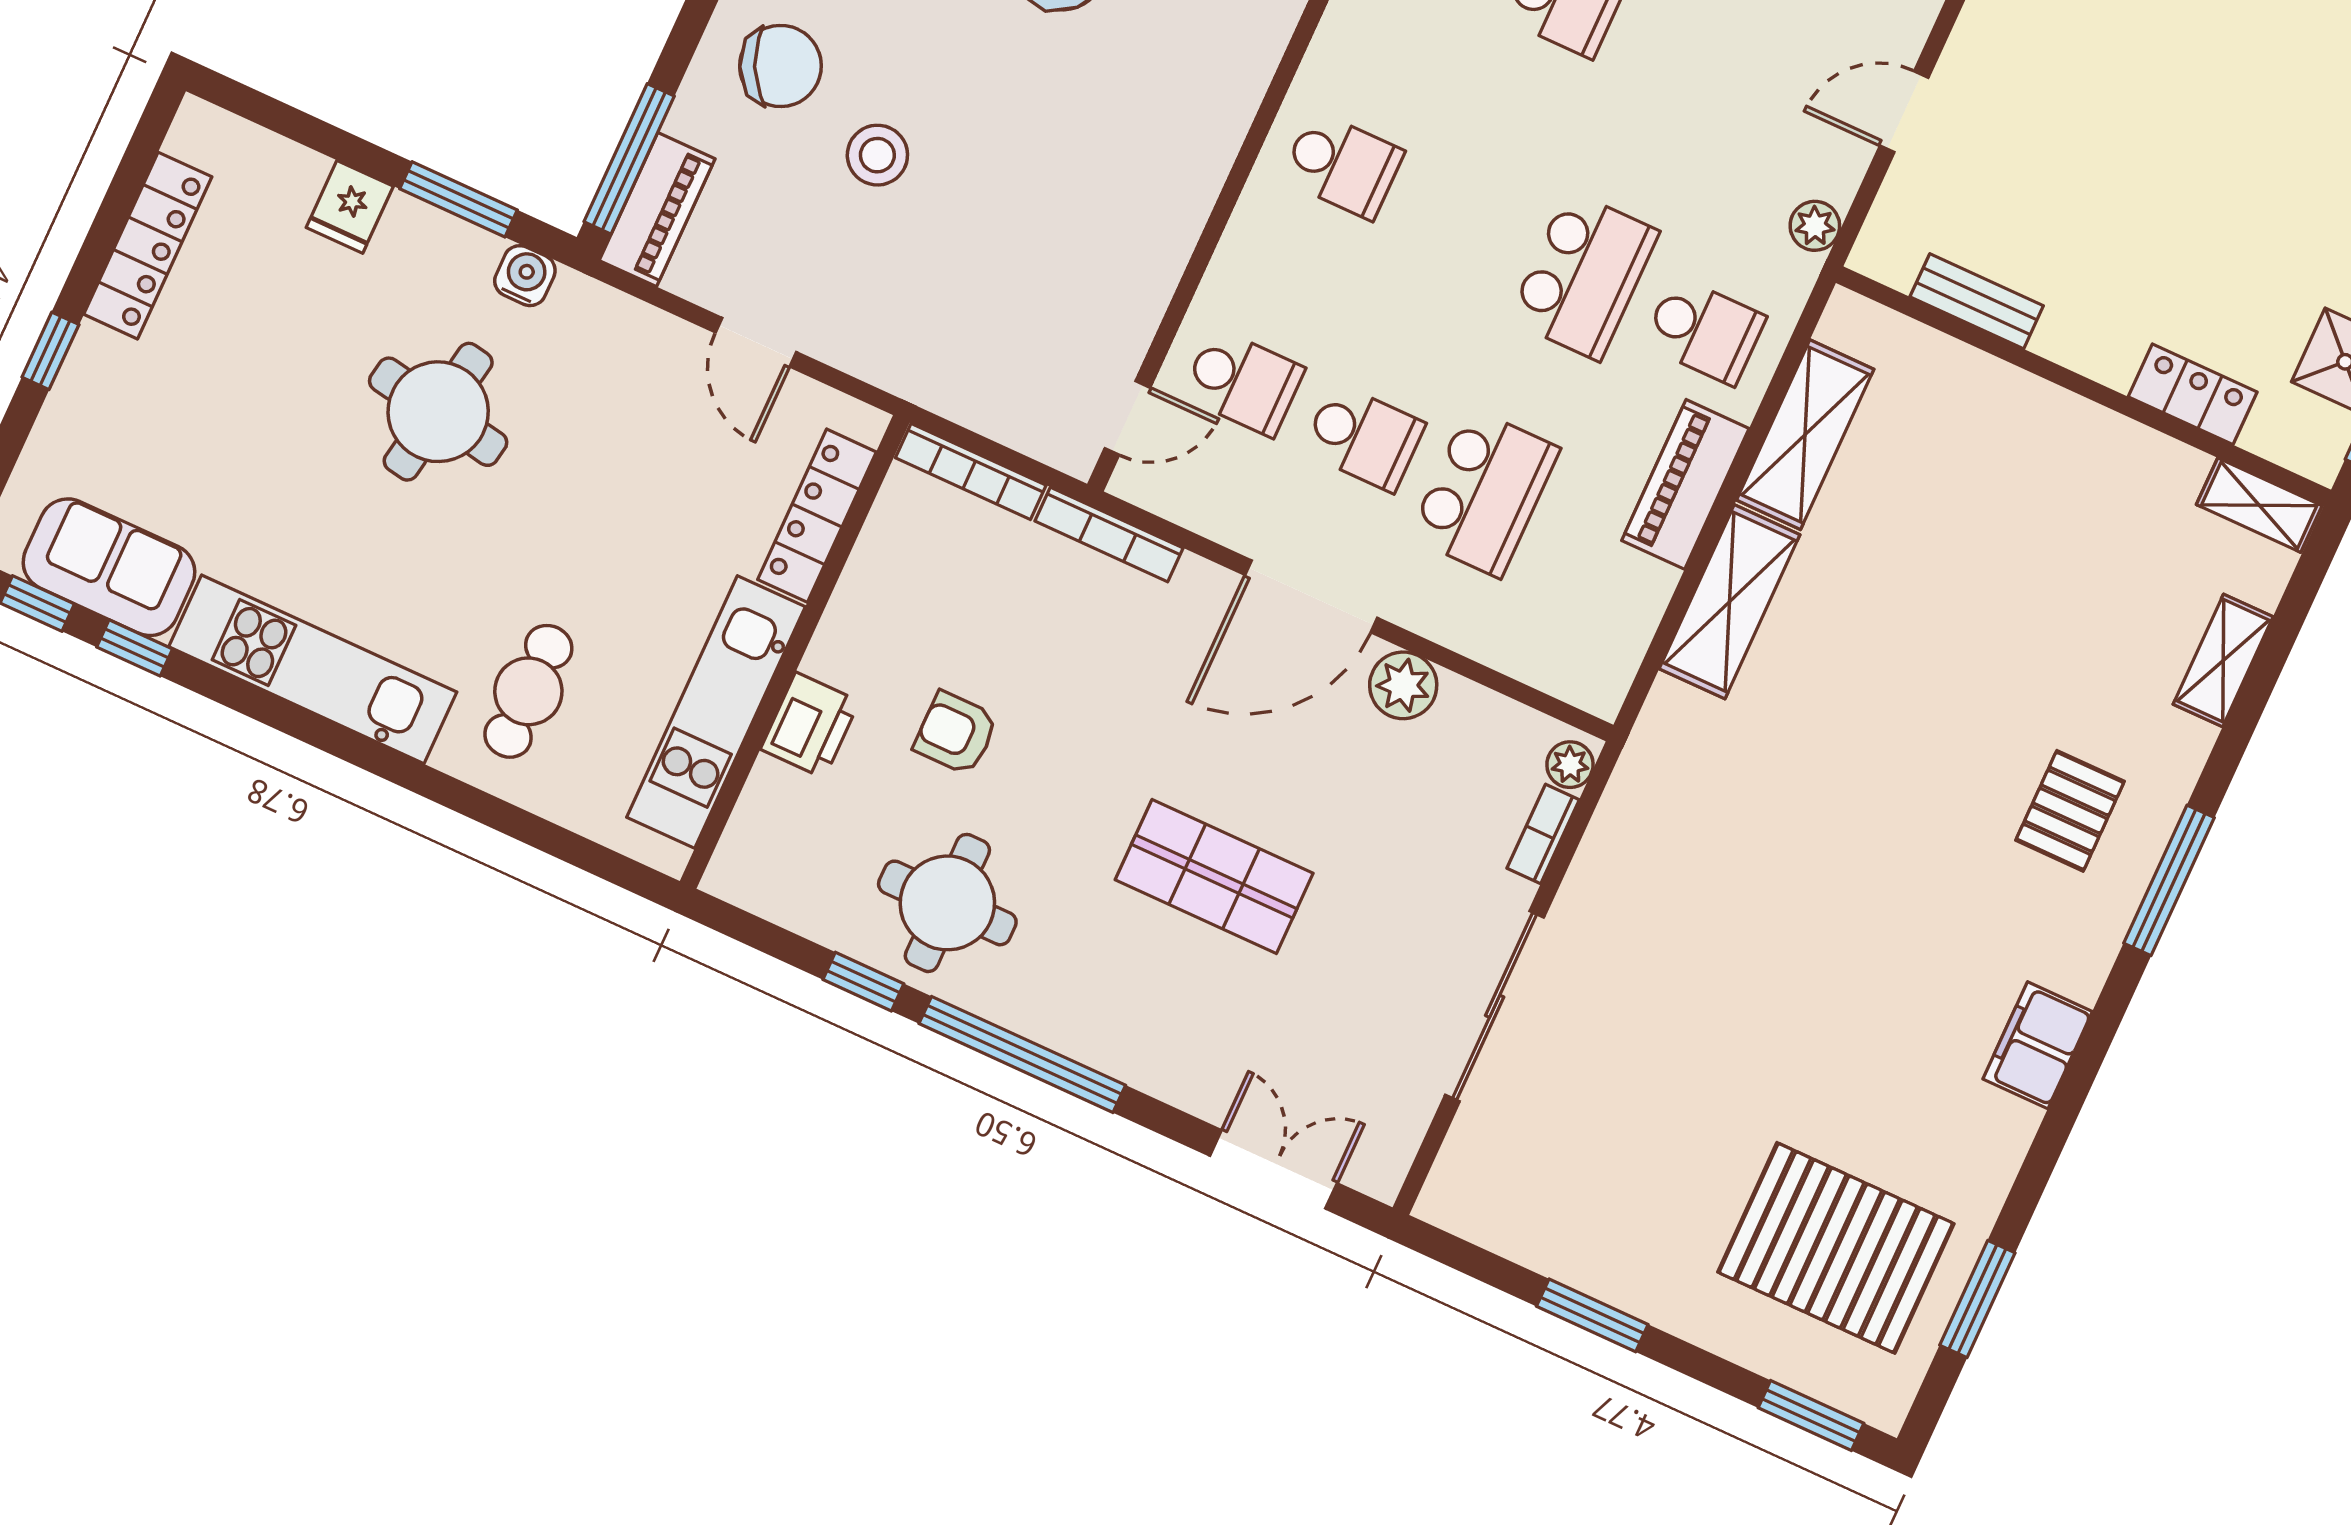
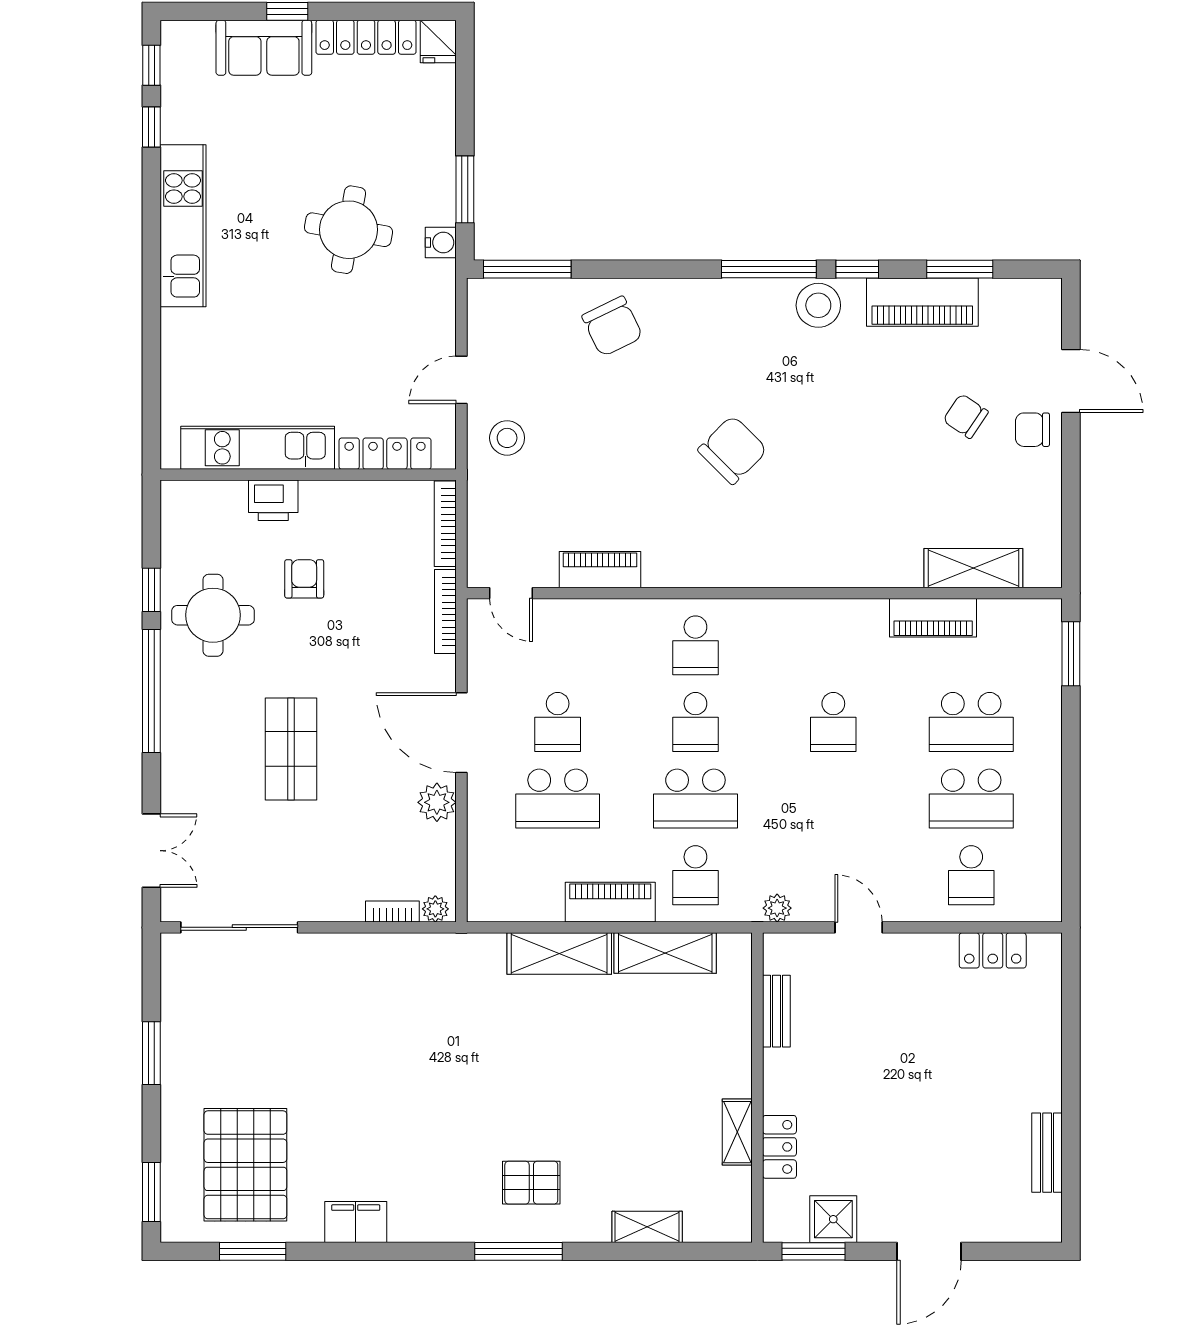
stool: (877, 155) -> (507, 438), moved
fridge: (350, 207) -> (438, 42), moved, turned -90
piano: (657, 210) -> (600, 570), moved, turned 180
school desk: (1243, 382) -> (695, 722), moved
shelving: (2259, 505) -> (737, 1132), moved
sofa: (109, 567) -> (264, 48), moved, turned 90
cafe table: (528, 691) -> (223, 344), removed
sliding door: (1495, 1006) -> (239, 927), moved
filing cabinet: (2038, 1045) -> (356, 1222), moved

